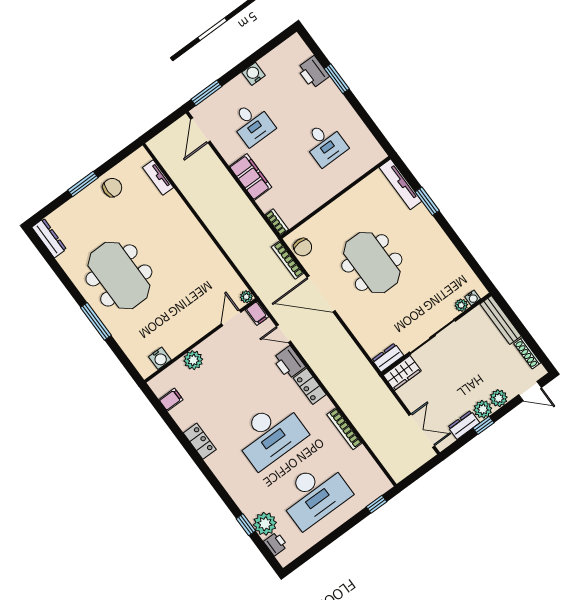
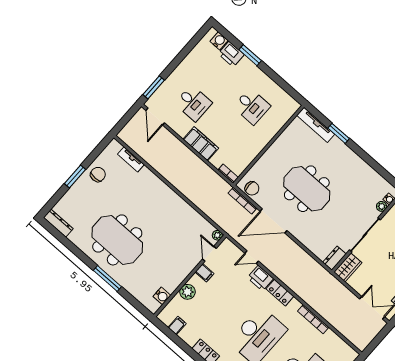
water cooler: (254, 74) -> (219, 41), moved, turned 90
filing cabinet: (257, 313) -> (204, 273), moved

